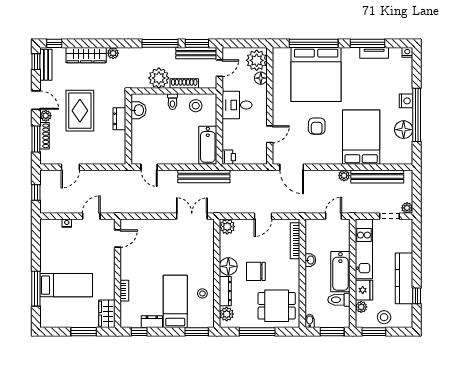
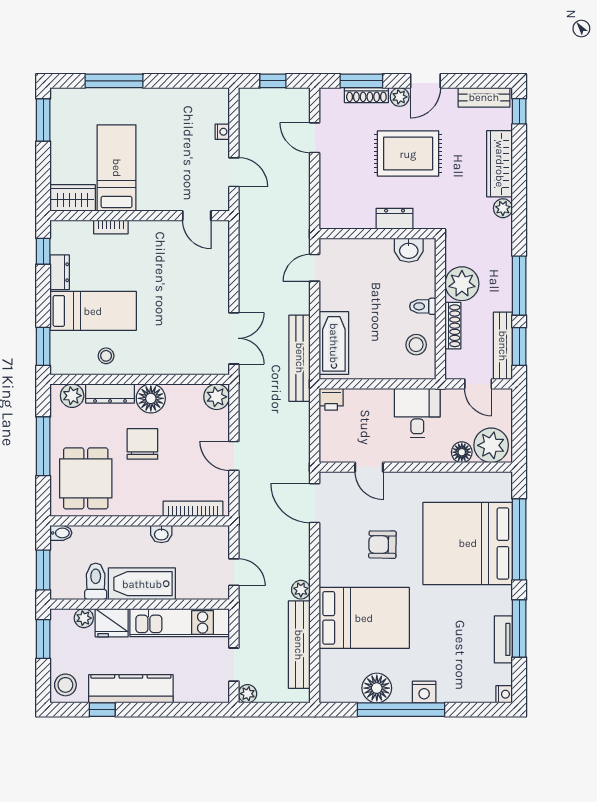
window: (36, 62) -> (489, 81), removed
bathtub: (208, 145) -> (334, 343), moved, turned 90
door: (292, 167) -> (315, 503), hinge flipped
bed: (66, 285) -> (117, 168), moved, turned 180
stool: (384, 317) -> (65, 685), moved
window: (84, 332) -> (43, 120), moved

